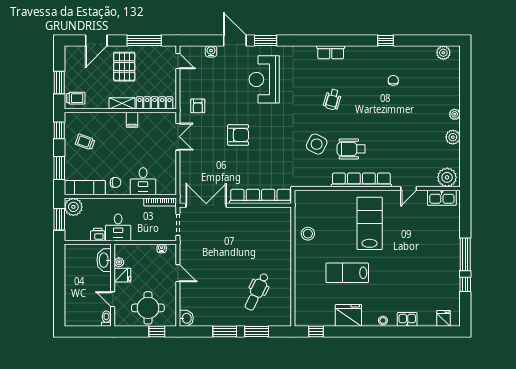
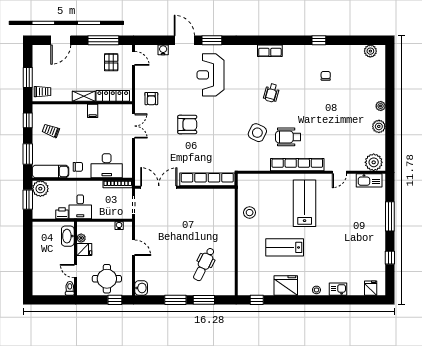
pallet: (124, 67) -> (111, 62), moved, width x0.67, depth x0.71
desk: (143, 181) -> (107, 166), width x1.37
window: (465, 254) -> (390, 216), moved

